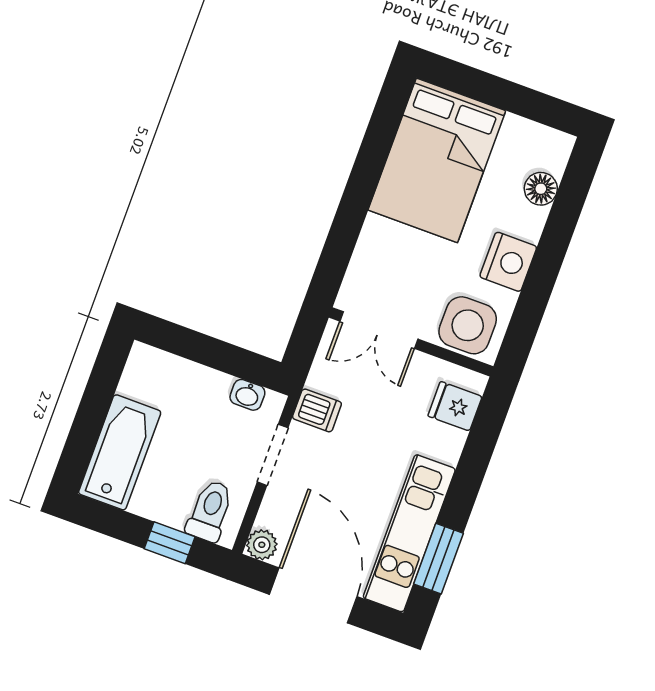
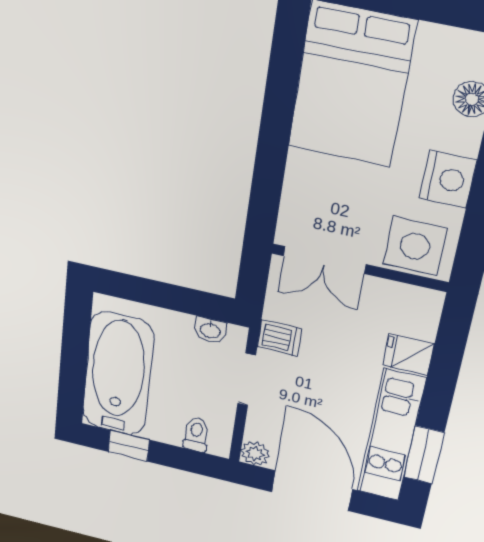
fridge: (455, 406) -> (409, 354), moved
bathtub: (120, 452) -> (118, 374), width x1.36, depth x1.36
toilet: (210, 511) -> (196, 434), width x0.73, depth x0.72
window: (170, 543) -> (129, 446), moved

